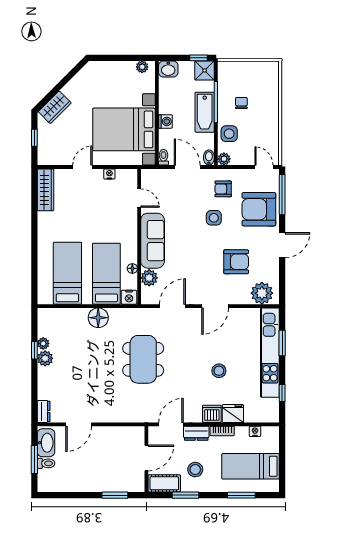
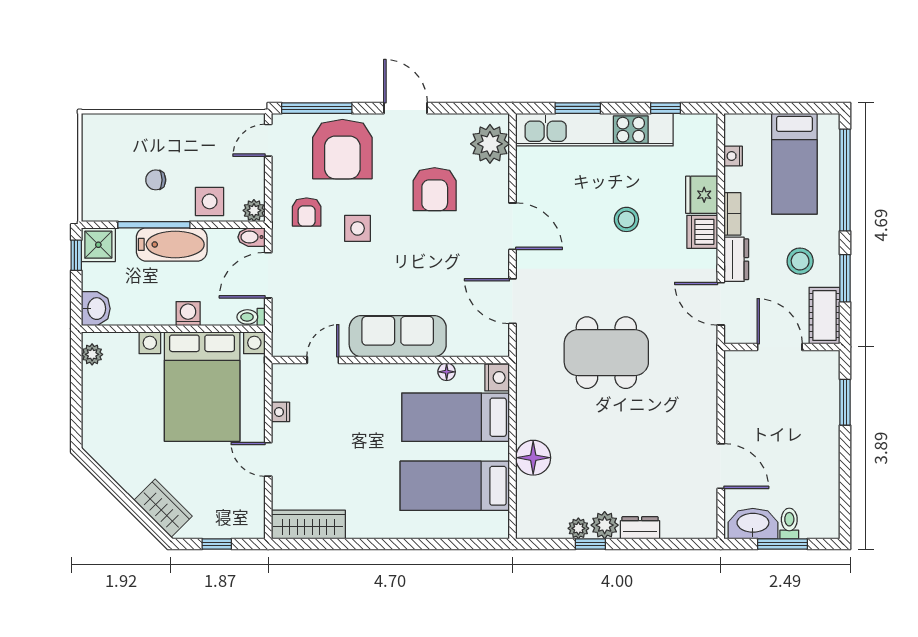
armchair: (236, 262) -> (435, 189), turned 180
plant: (149, 278) -> (463, 342), removed
floor lamp: (98, 318) -> (533, 458), moved
dresser: (44, 411) -> (640, 528), moved
window: (241, 495) -> (845, 180), width x2.11

